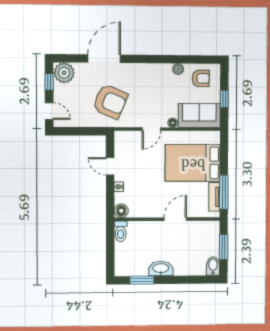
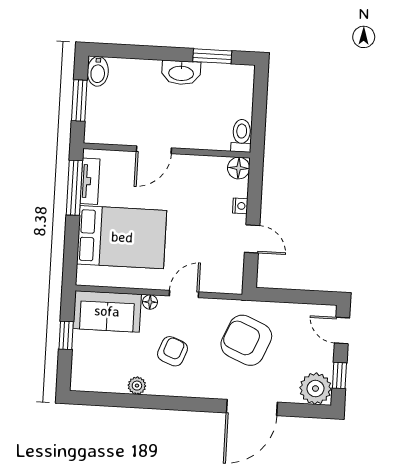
armchair: (201, 78) -> (173, 351), moved, turned 111

